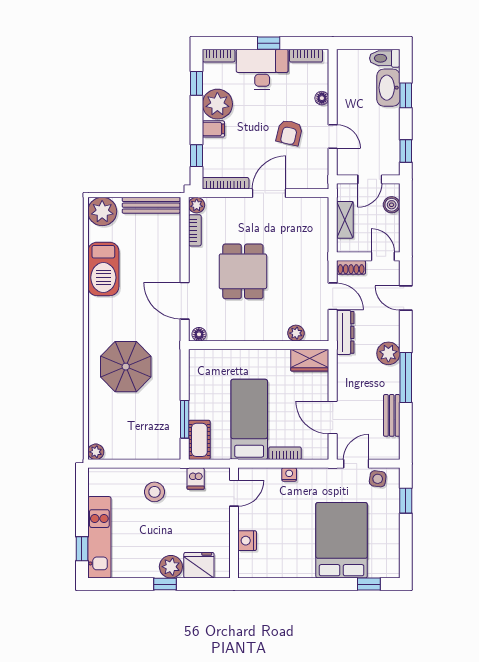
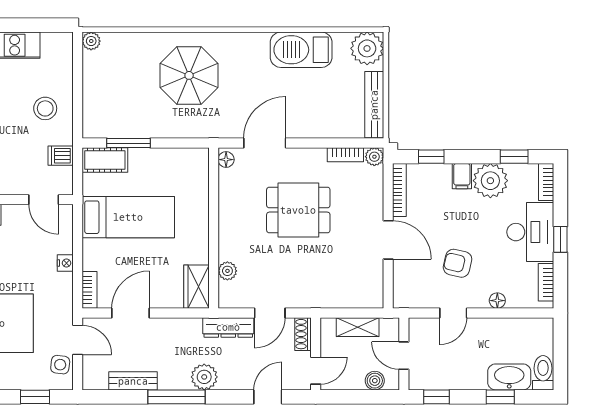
bookcase: (285, 453) -> (90, 290), moved

